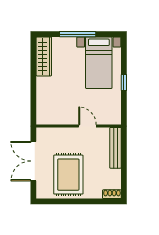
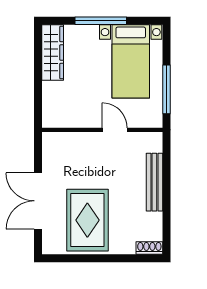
window: (124, 82) -> (166, 89), width x2.17
wall: (79, 126) -> (102, 130), moved
door: (87, 126) -> (115, 130), moved

